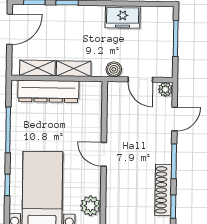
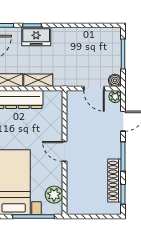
freezer: (123, 17) -> (36, 37), moved
boiler: (114, 69) -> (115, 80), moved

